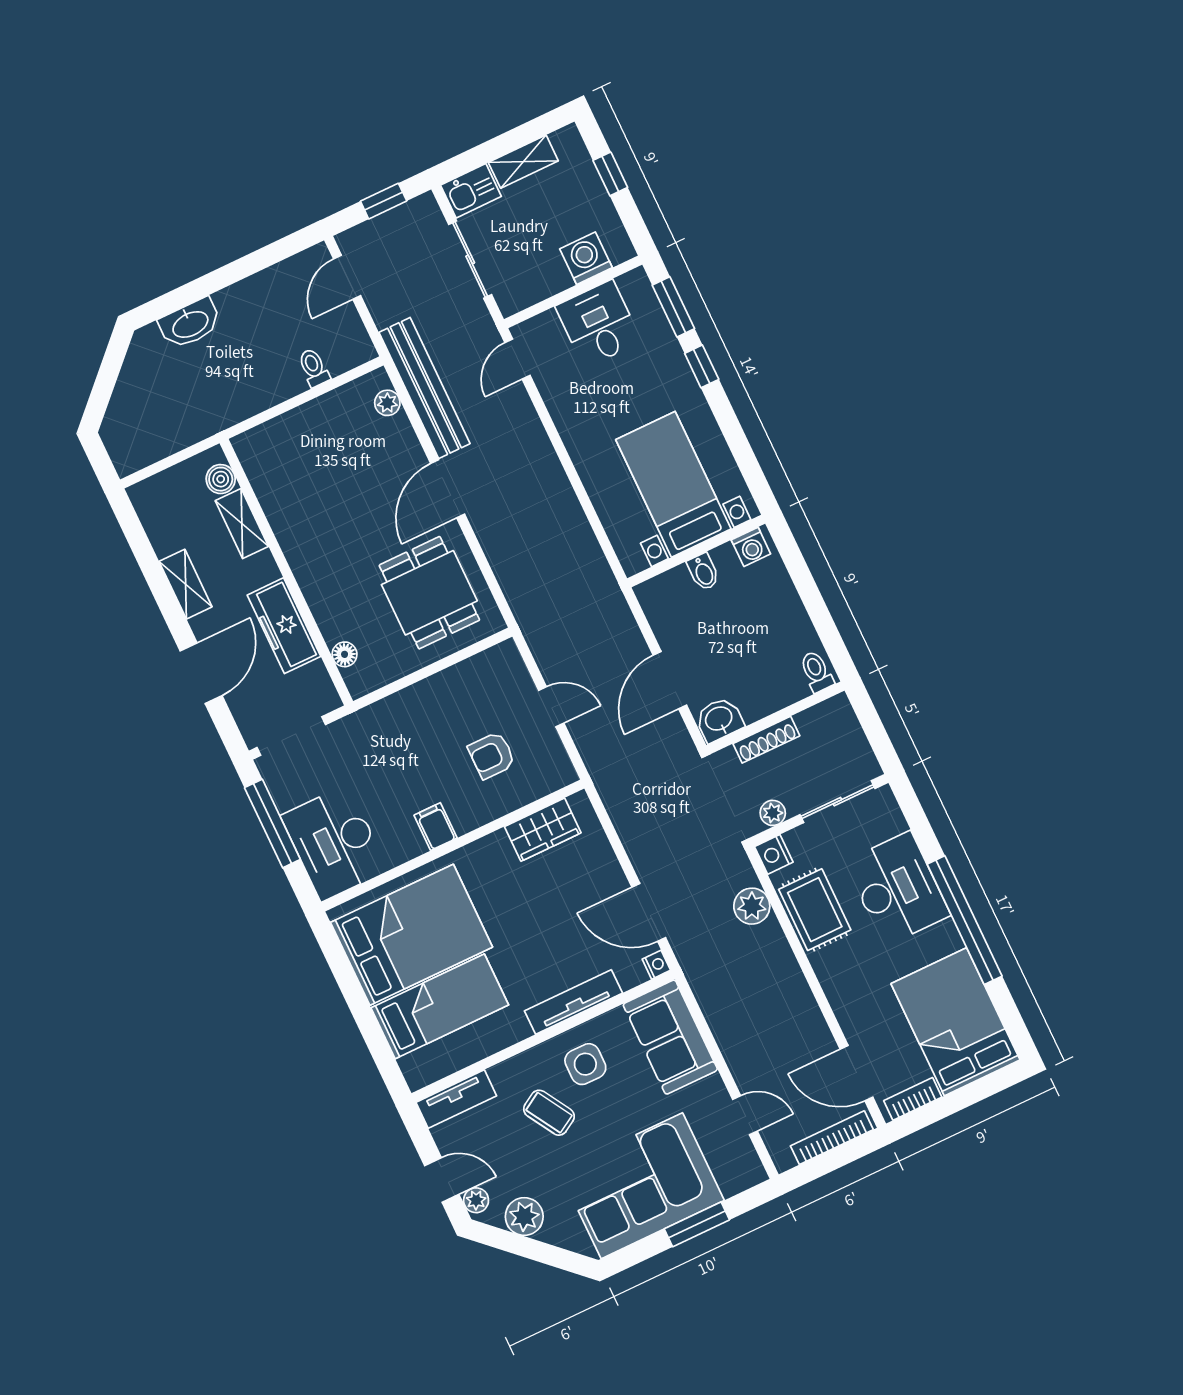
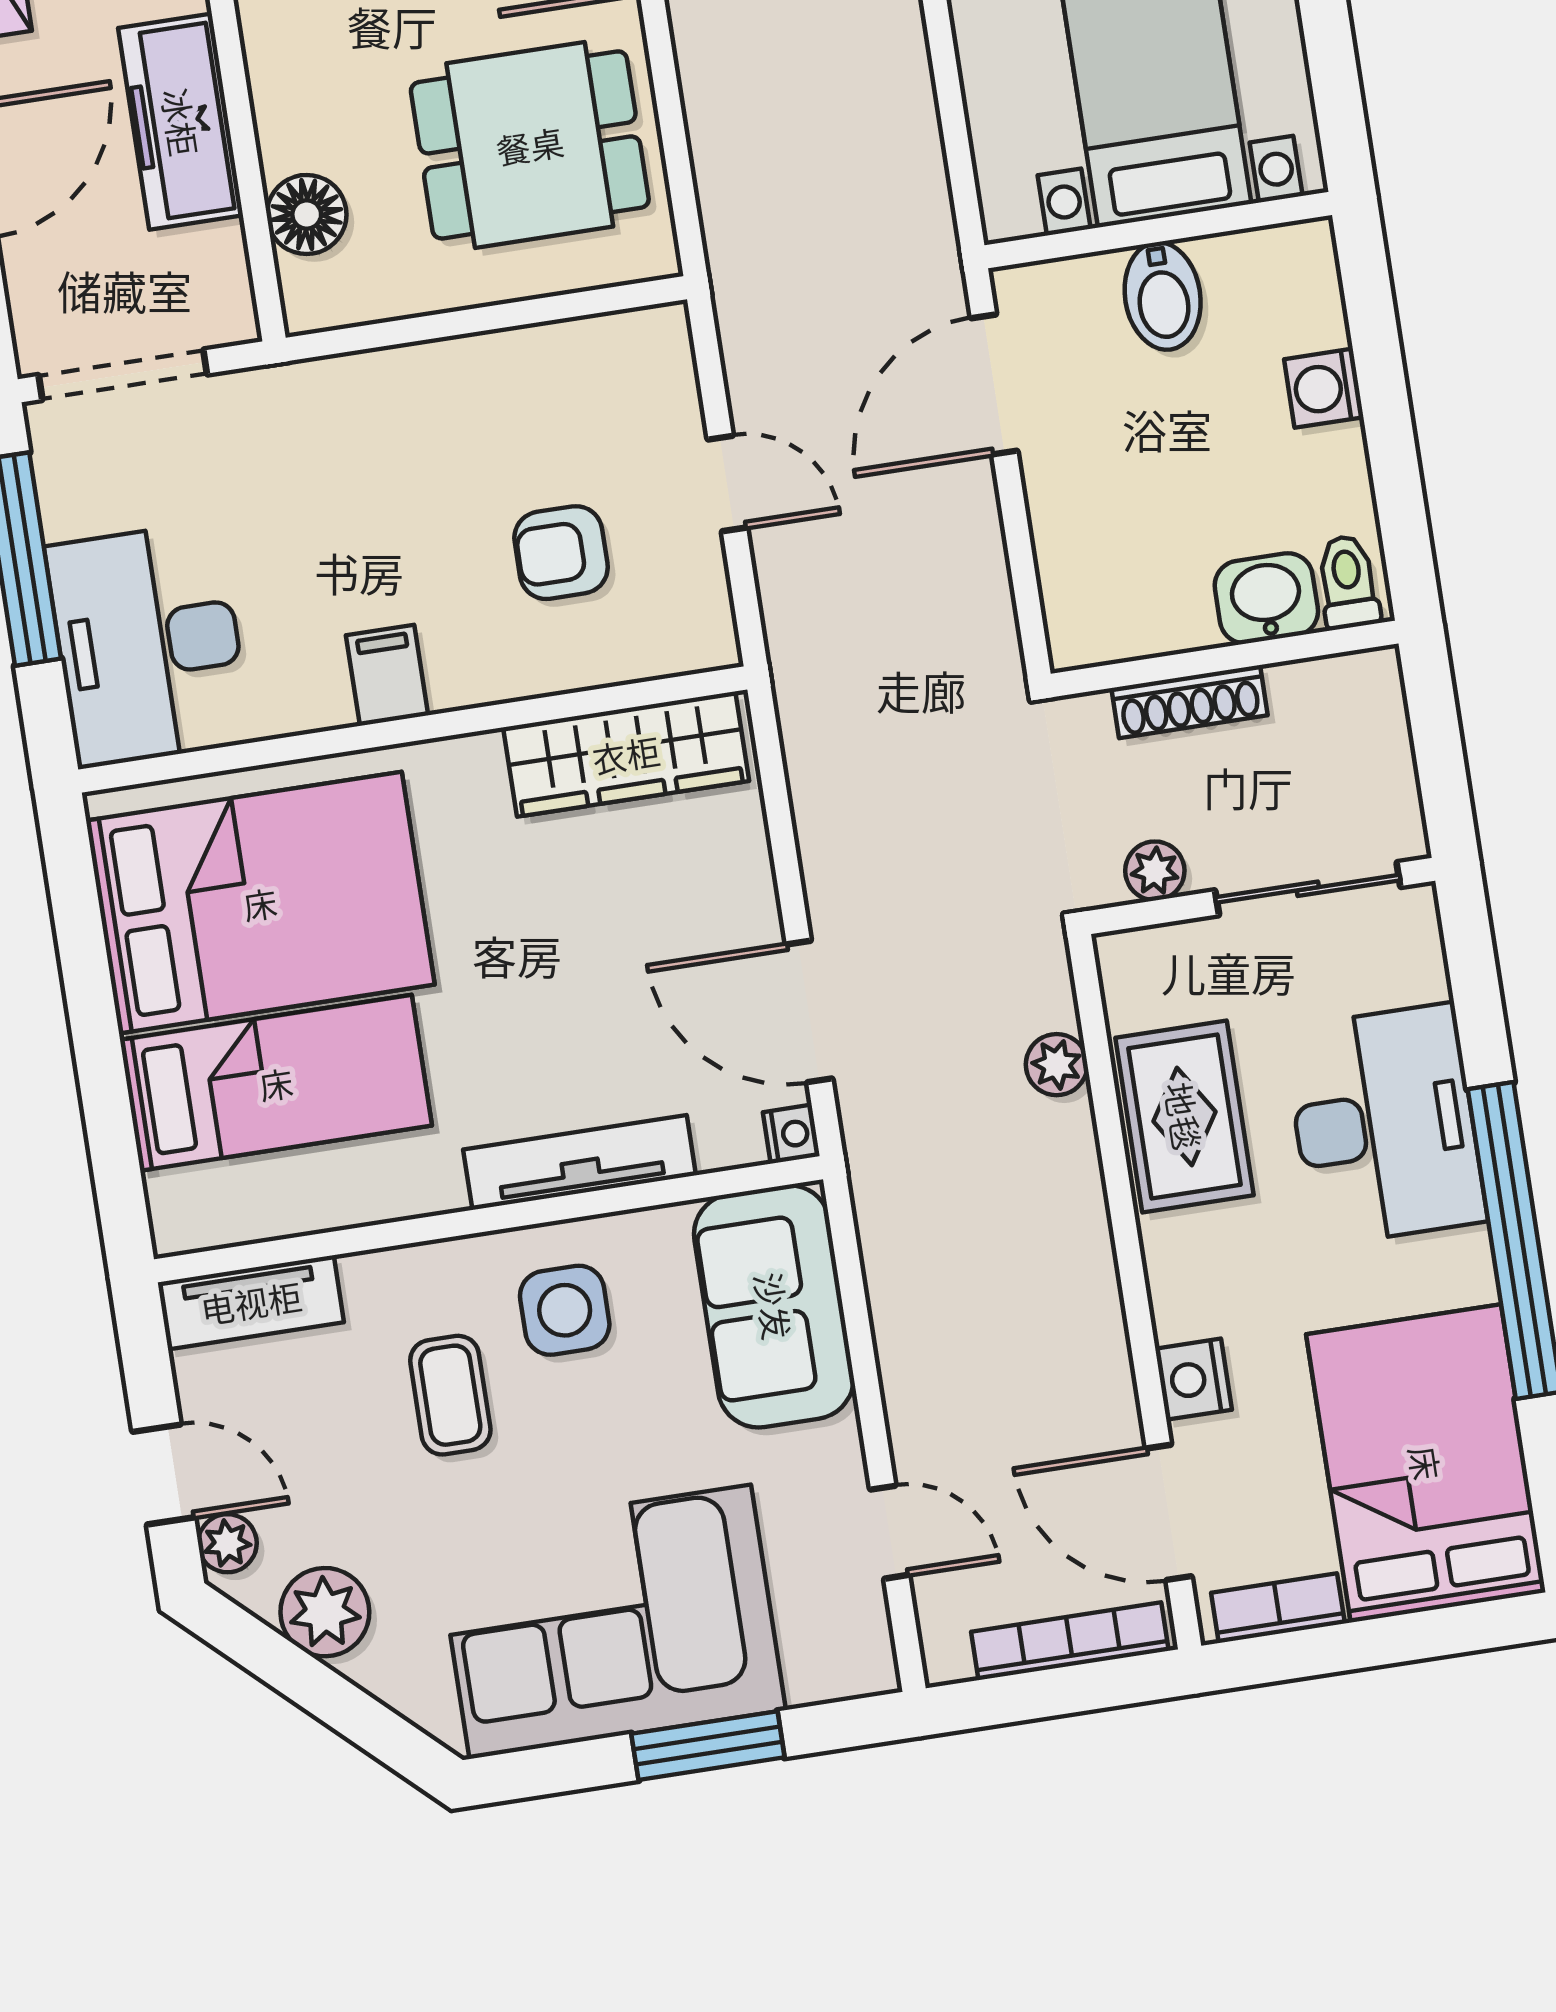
washing machine: (751, 547) -> (1324, 388), moved, turned 90
bidet: (703, 572) -> (1163, 296), width x1.38, depth x1.36
dining table: (429, 593) -> (530, 145), turned 90
floor lamp: (345, 654) -> (307, 214), width x1.37, depth x1.37
door: (670, 680) -> (994, 385), moved
washbasin: (719, 719) -> (1266, 598), moved
wardrobe: (543, 830) -> (626, 754), width x1.50
nightstand: (774, 854) -> (1193, 1379), moved
plant: (752, 906) -> (1057, 1065), width x0.73, depth x0.73
coffee table: (549, 1113) -> (450, 1395), turned 31

